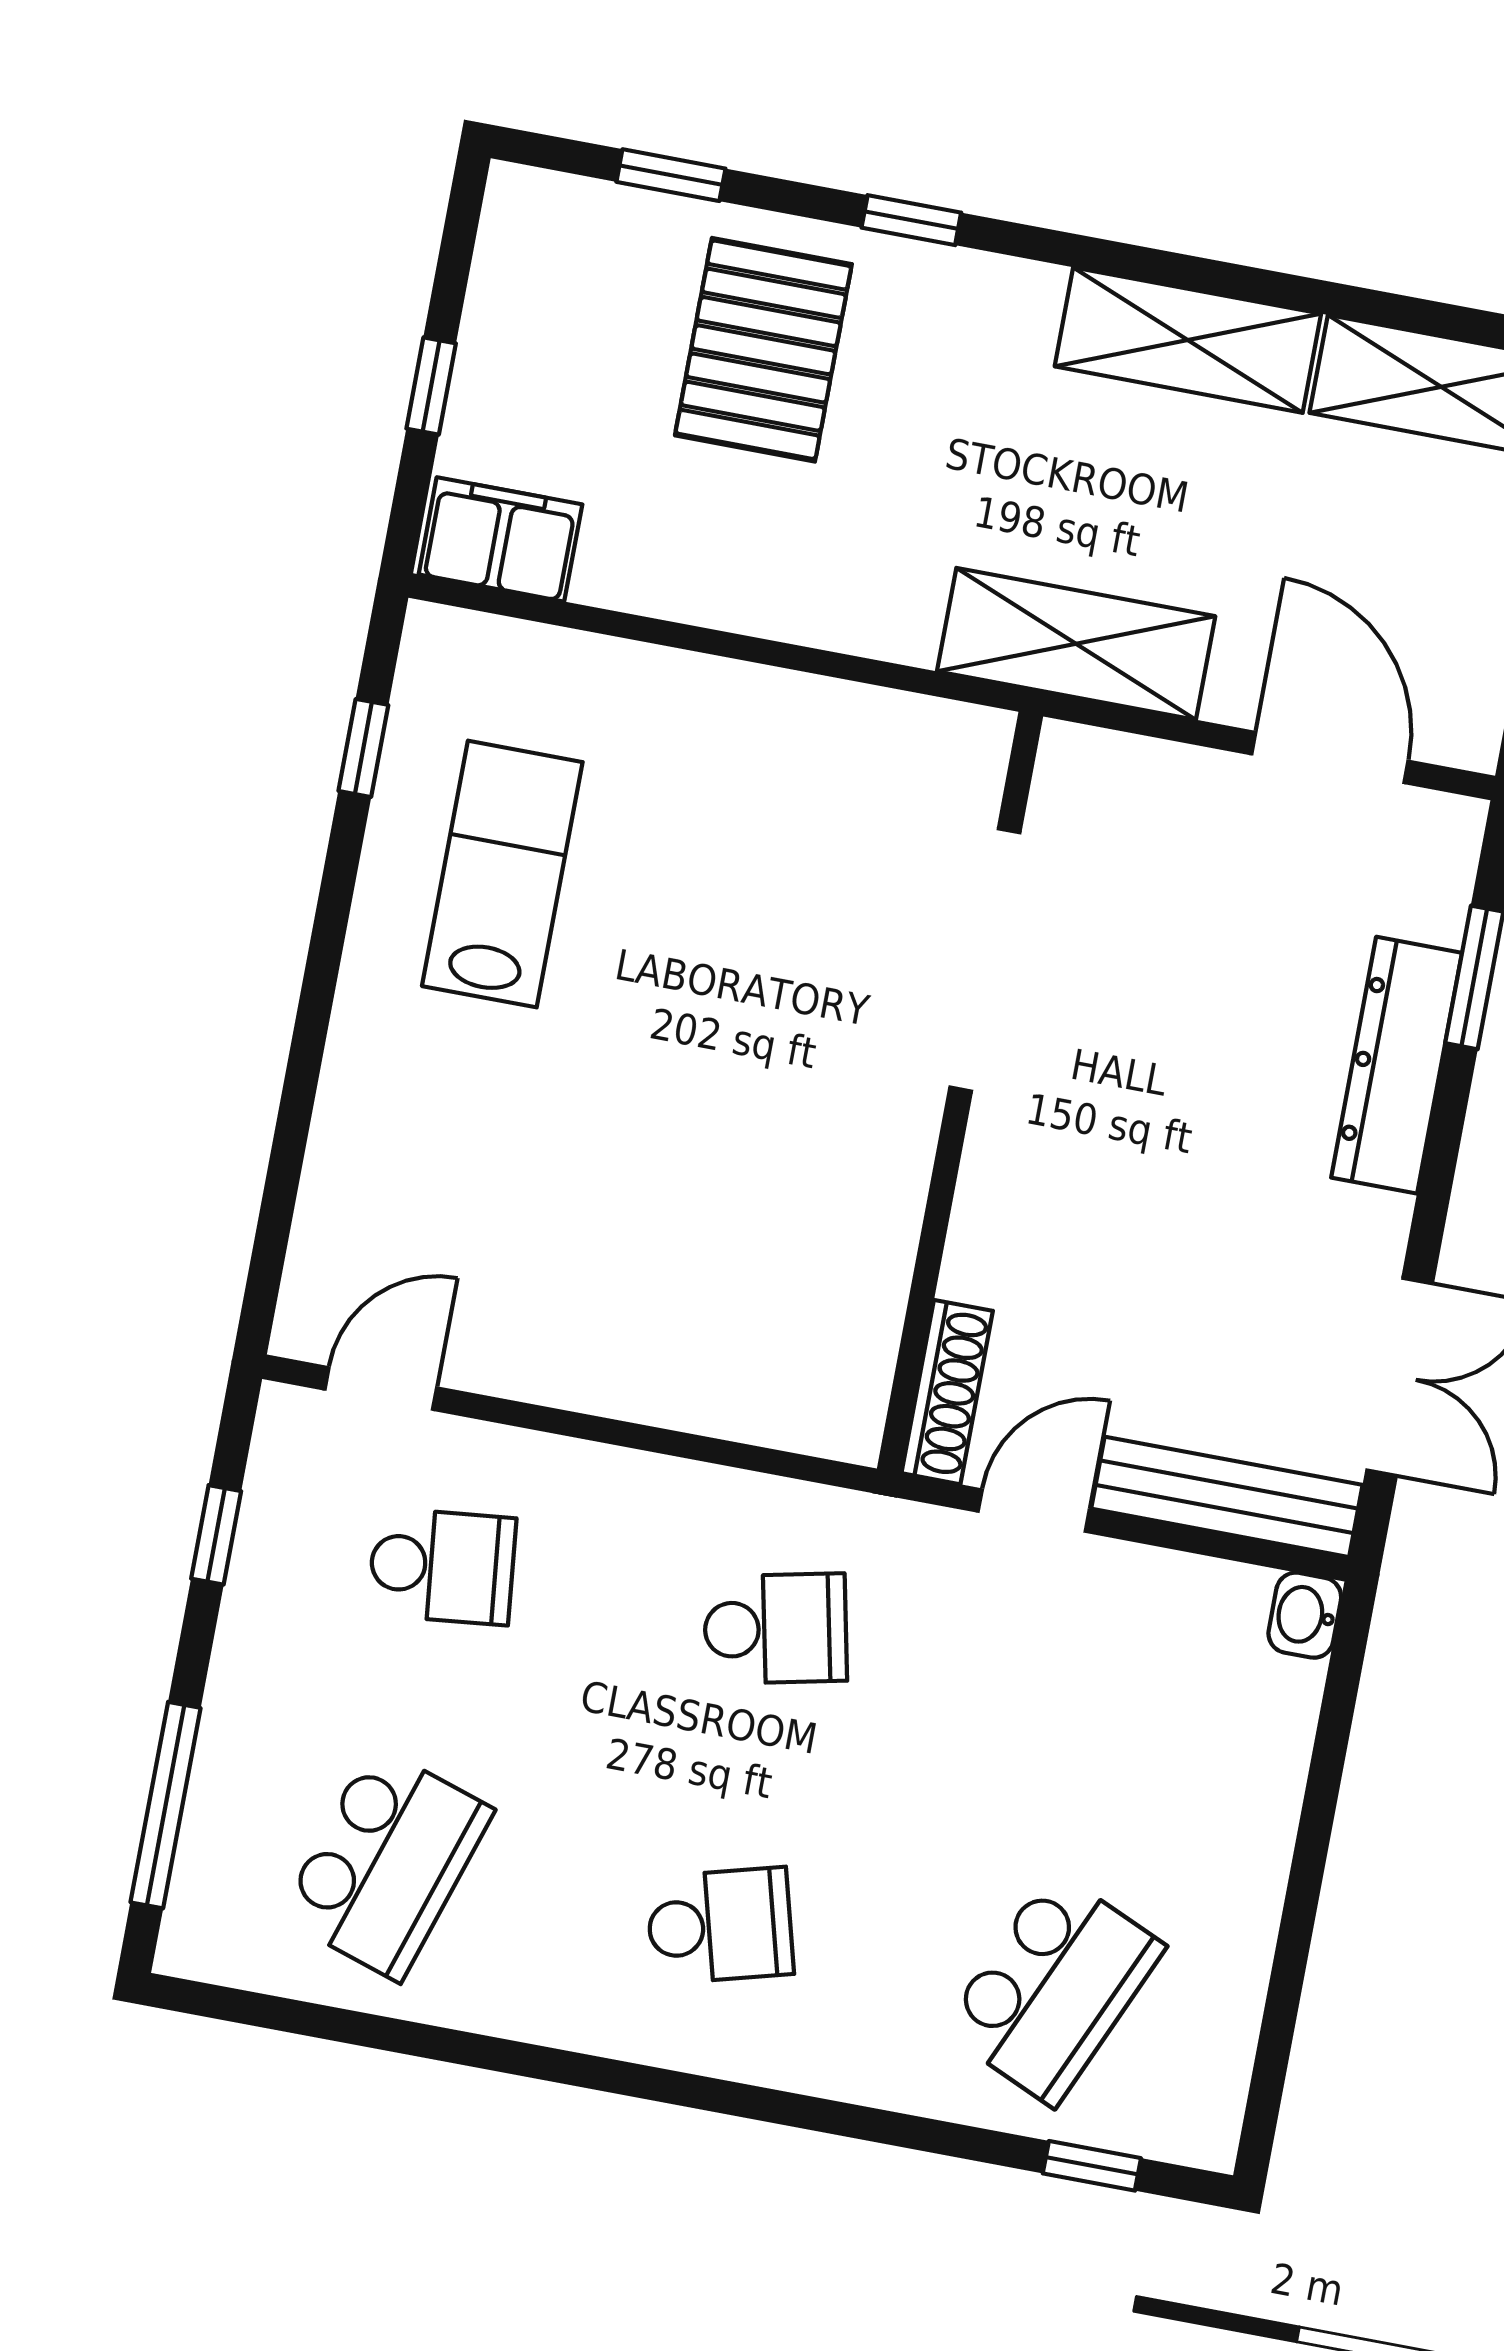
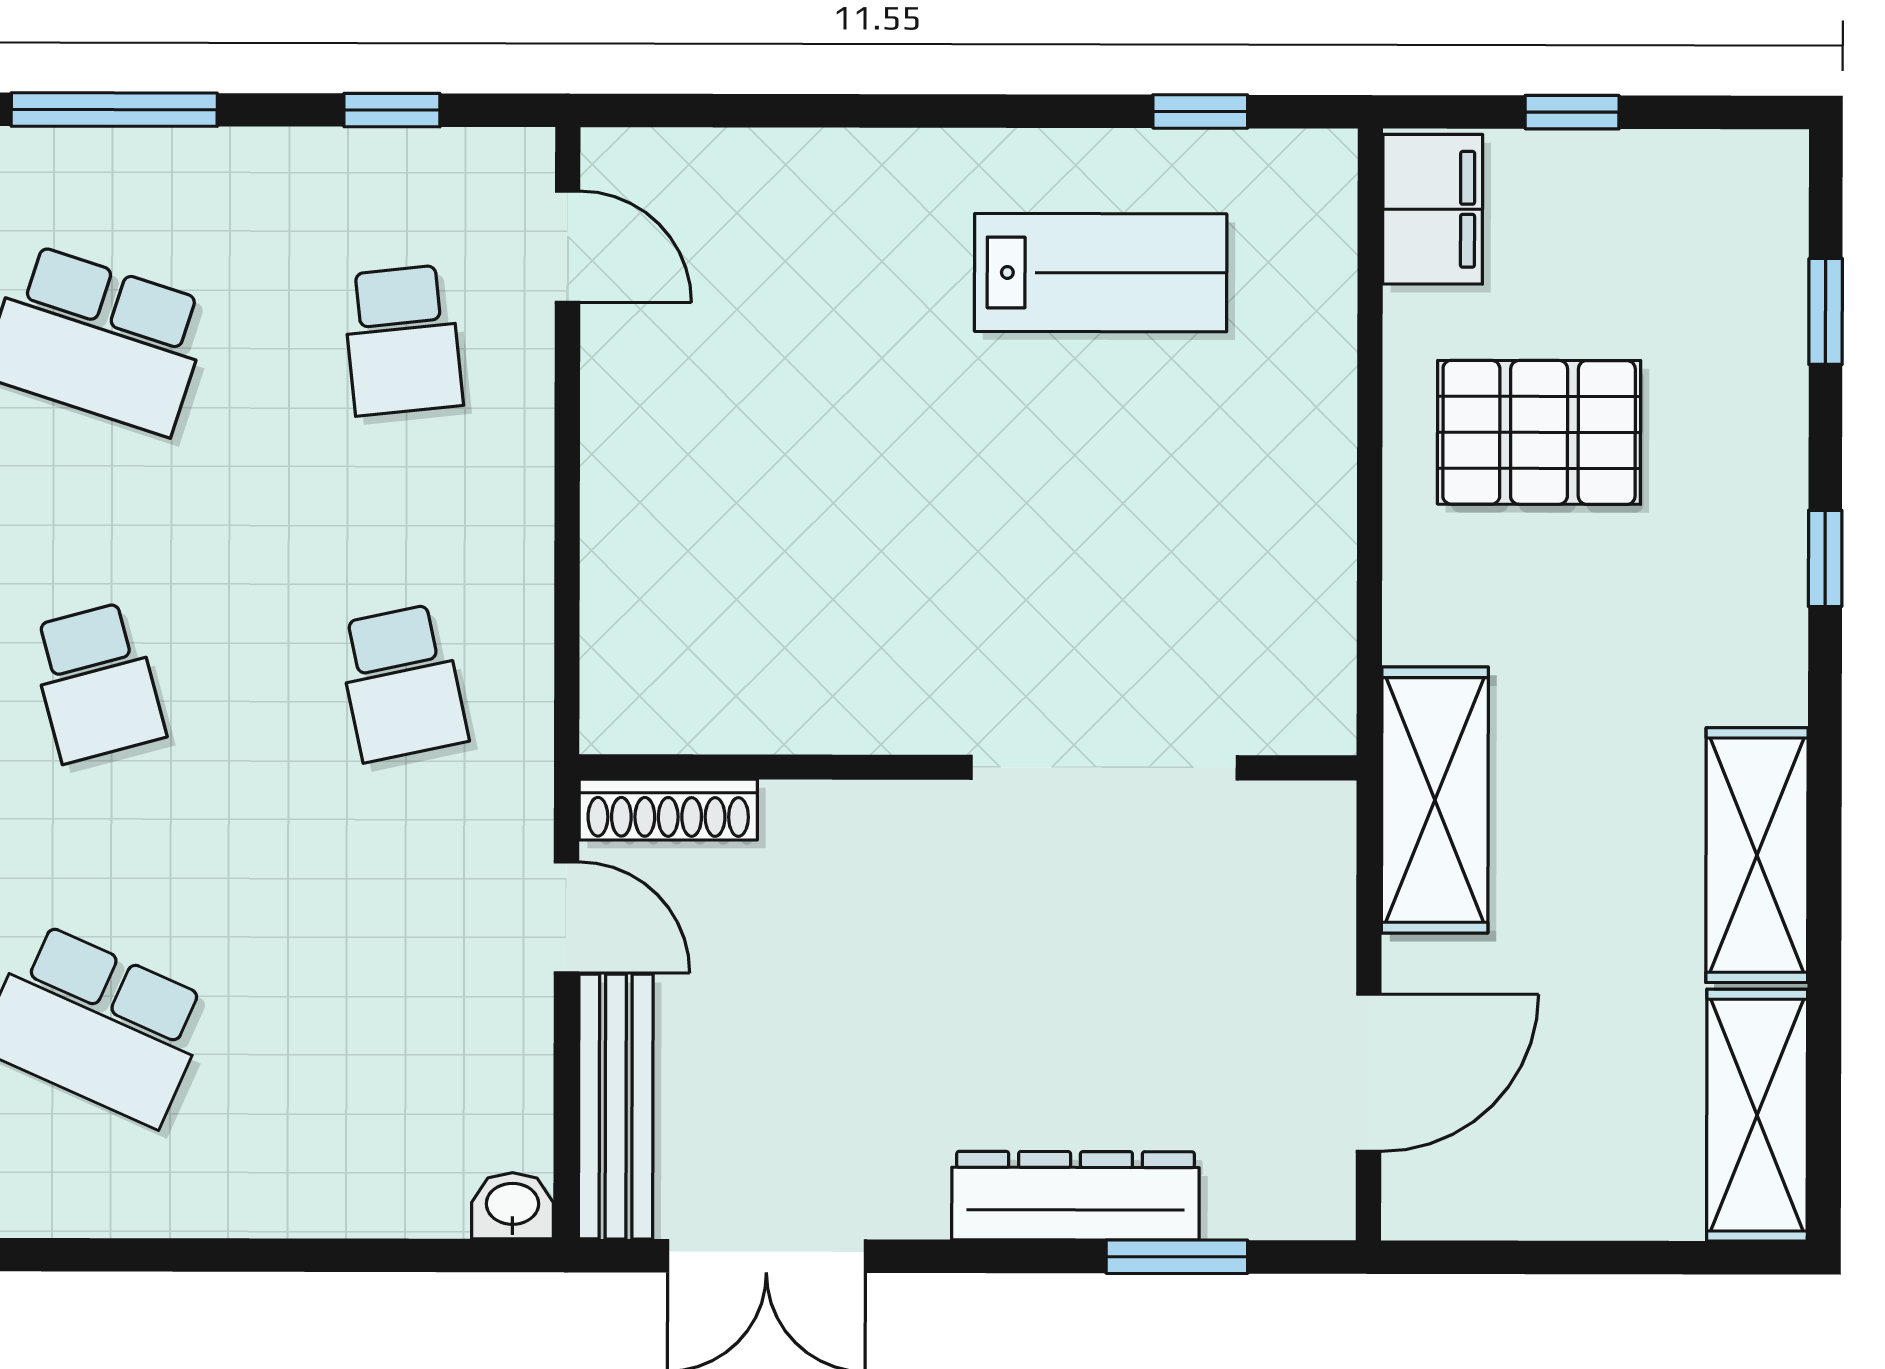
pallet: (763, 350) -> (1539, 432), moved

